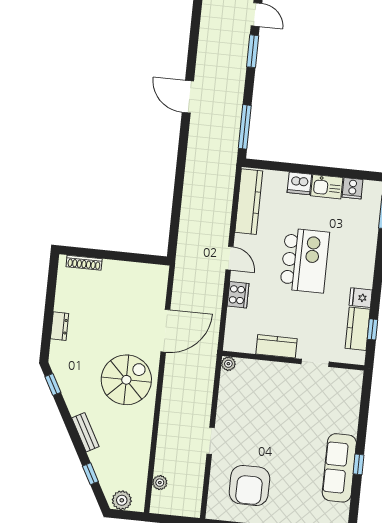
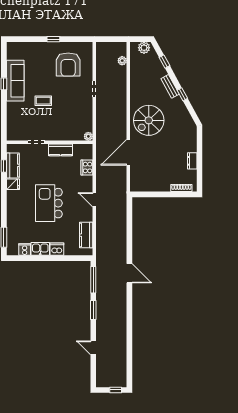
window: (253, 51) -> (93, 310), moved
door: (188, 97) -> (129, 273), moved
kitchen counter: (249, 202) -> (86, 235), width x0.67
cooker: (238, 295) -> (87, 167), moved
dresser: (60, 326) -> (192, 161), moved
window: (53, 385) -> (182, 94), moved
coffee table: (297, 430) -> (43, 101), added
armchair: (249, 485) -> (68, 65), turned 180

